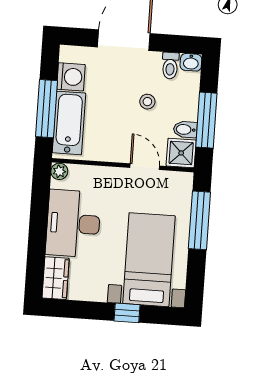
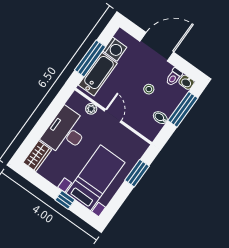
window: (206, 120) -> (183, 109), moved
shower: (181, 153) -> (150, 129), removed
door: (145, 167) -> (113, 116), moved
plant: (59, 171) -> (91, 109), moved
window: (199, 220) -> (137, 173), width x0.69

